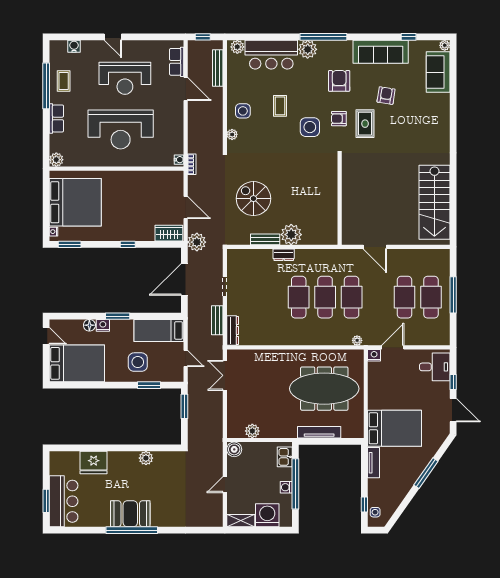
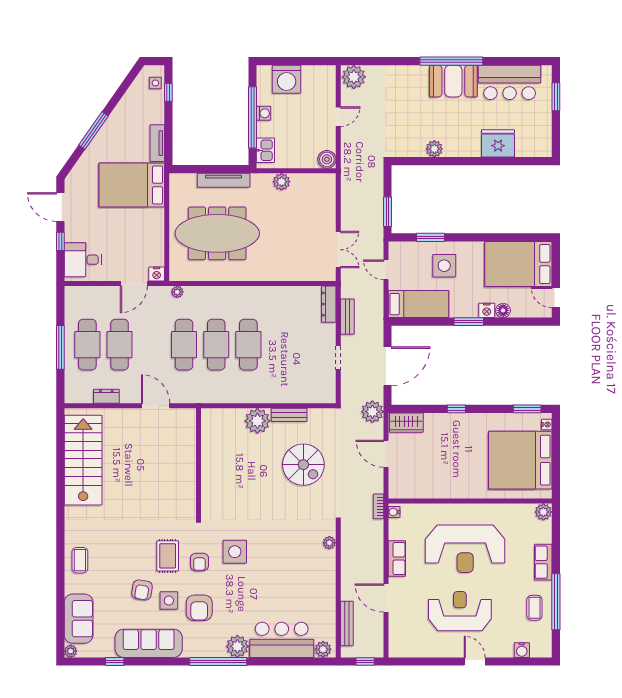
row of seats: (177, 62) -> (397, 559), moved
coffee table: (280, 106) -> (80, 560), moved
side table: (243, 111) -> (169, 601), moved
armchair: (339, 119) -> (199, 562), turned 90
reception desk: (121, 129) -> (465, 549), turned 180
dresser: (284, 255) -> (106, 396), moved
plant: (252, 431) -> (282, 182), moved
bar counter: (64, 501) -> (510, 82), moved, turned -90
plant: (212, 517) -> (354, 77), added
shelving: (241, 521) -> (319, 73), removed

